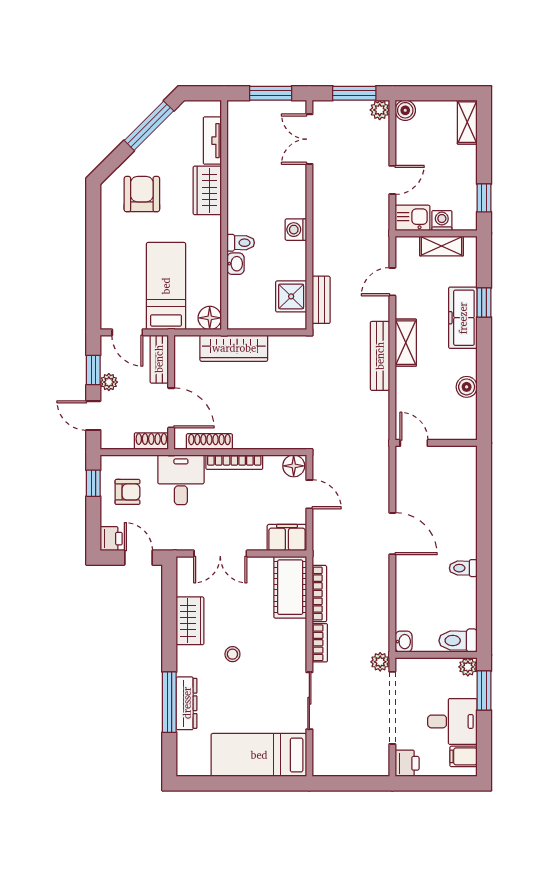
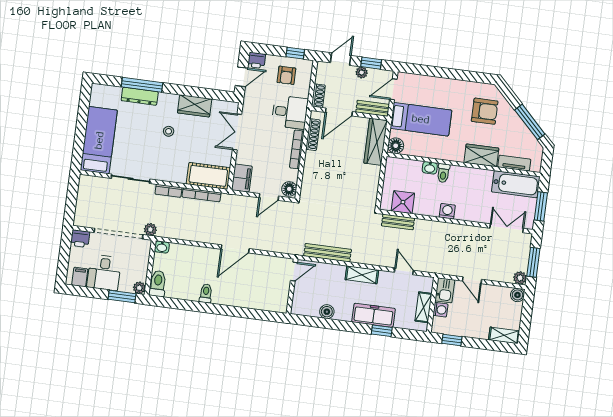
bathtub: (243, 134) -> (516, 184), added
wardrobe: (234, 348) -> (376, 142), moved
bench: (380, 356) -> (328, 253), moved

